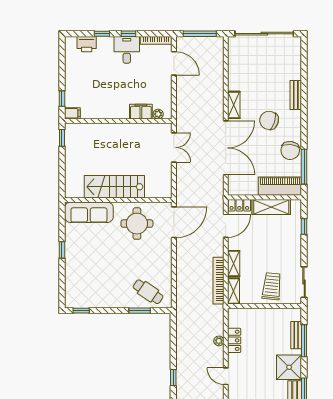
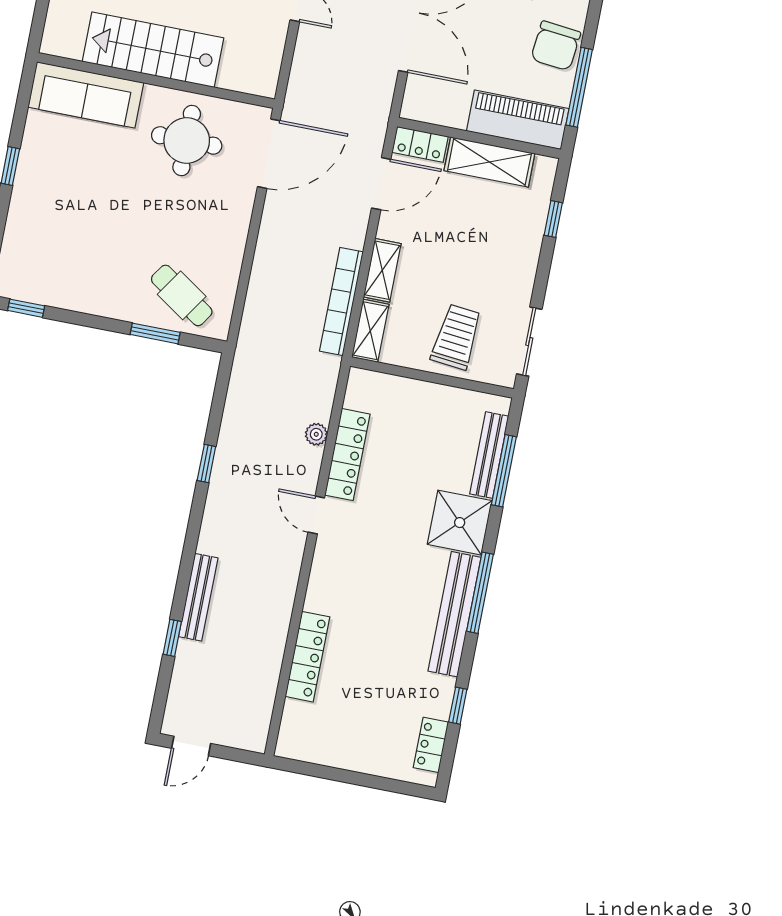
bench: (296, 335) -> (489, 455), width x1.36
locker: (234, 340) -> (347, 455), width x1.53
window: (173, 378) -> (206, 463), moved

